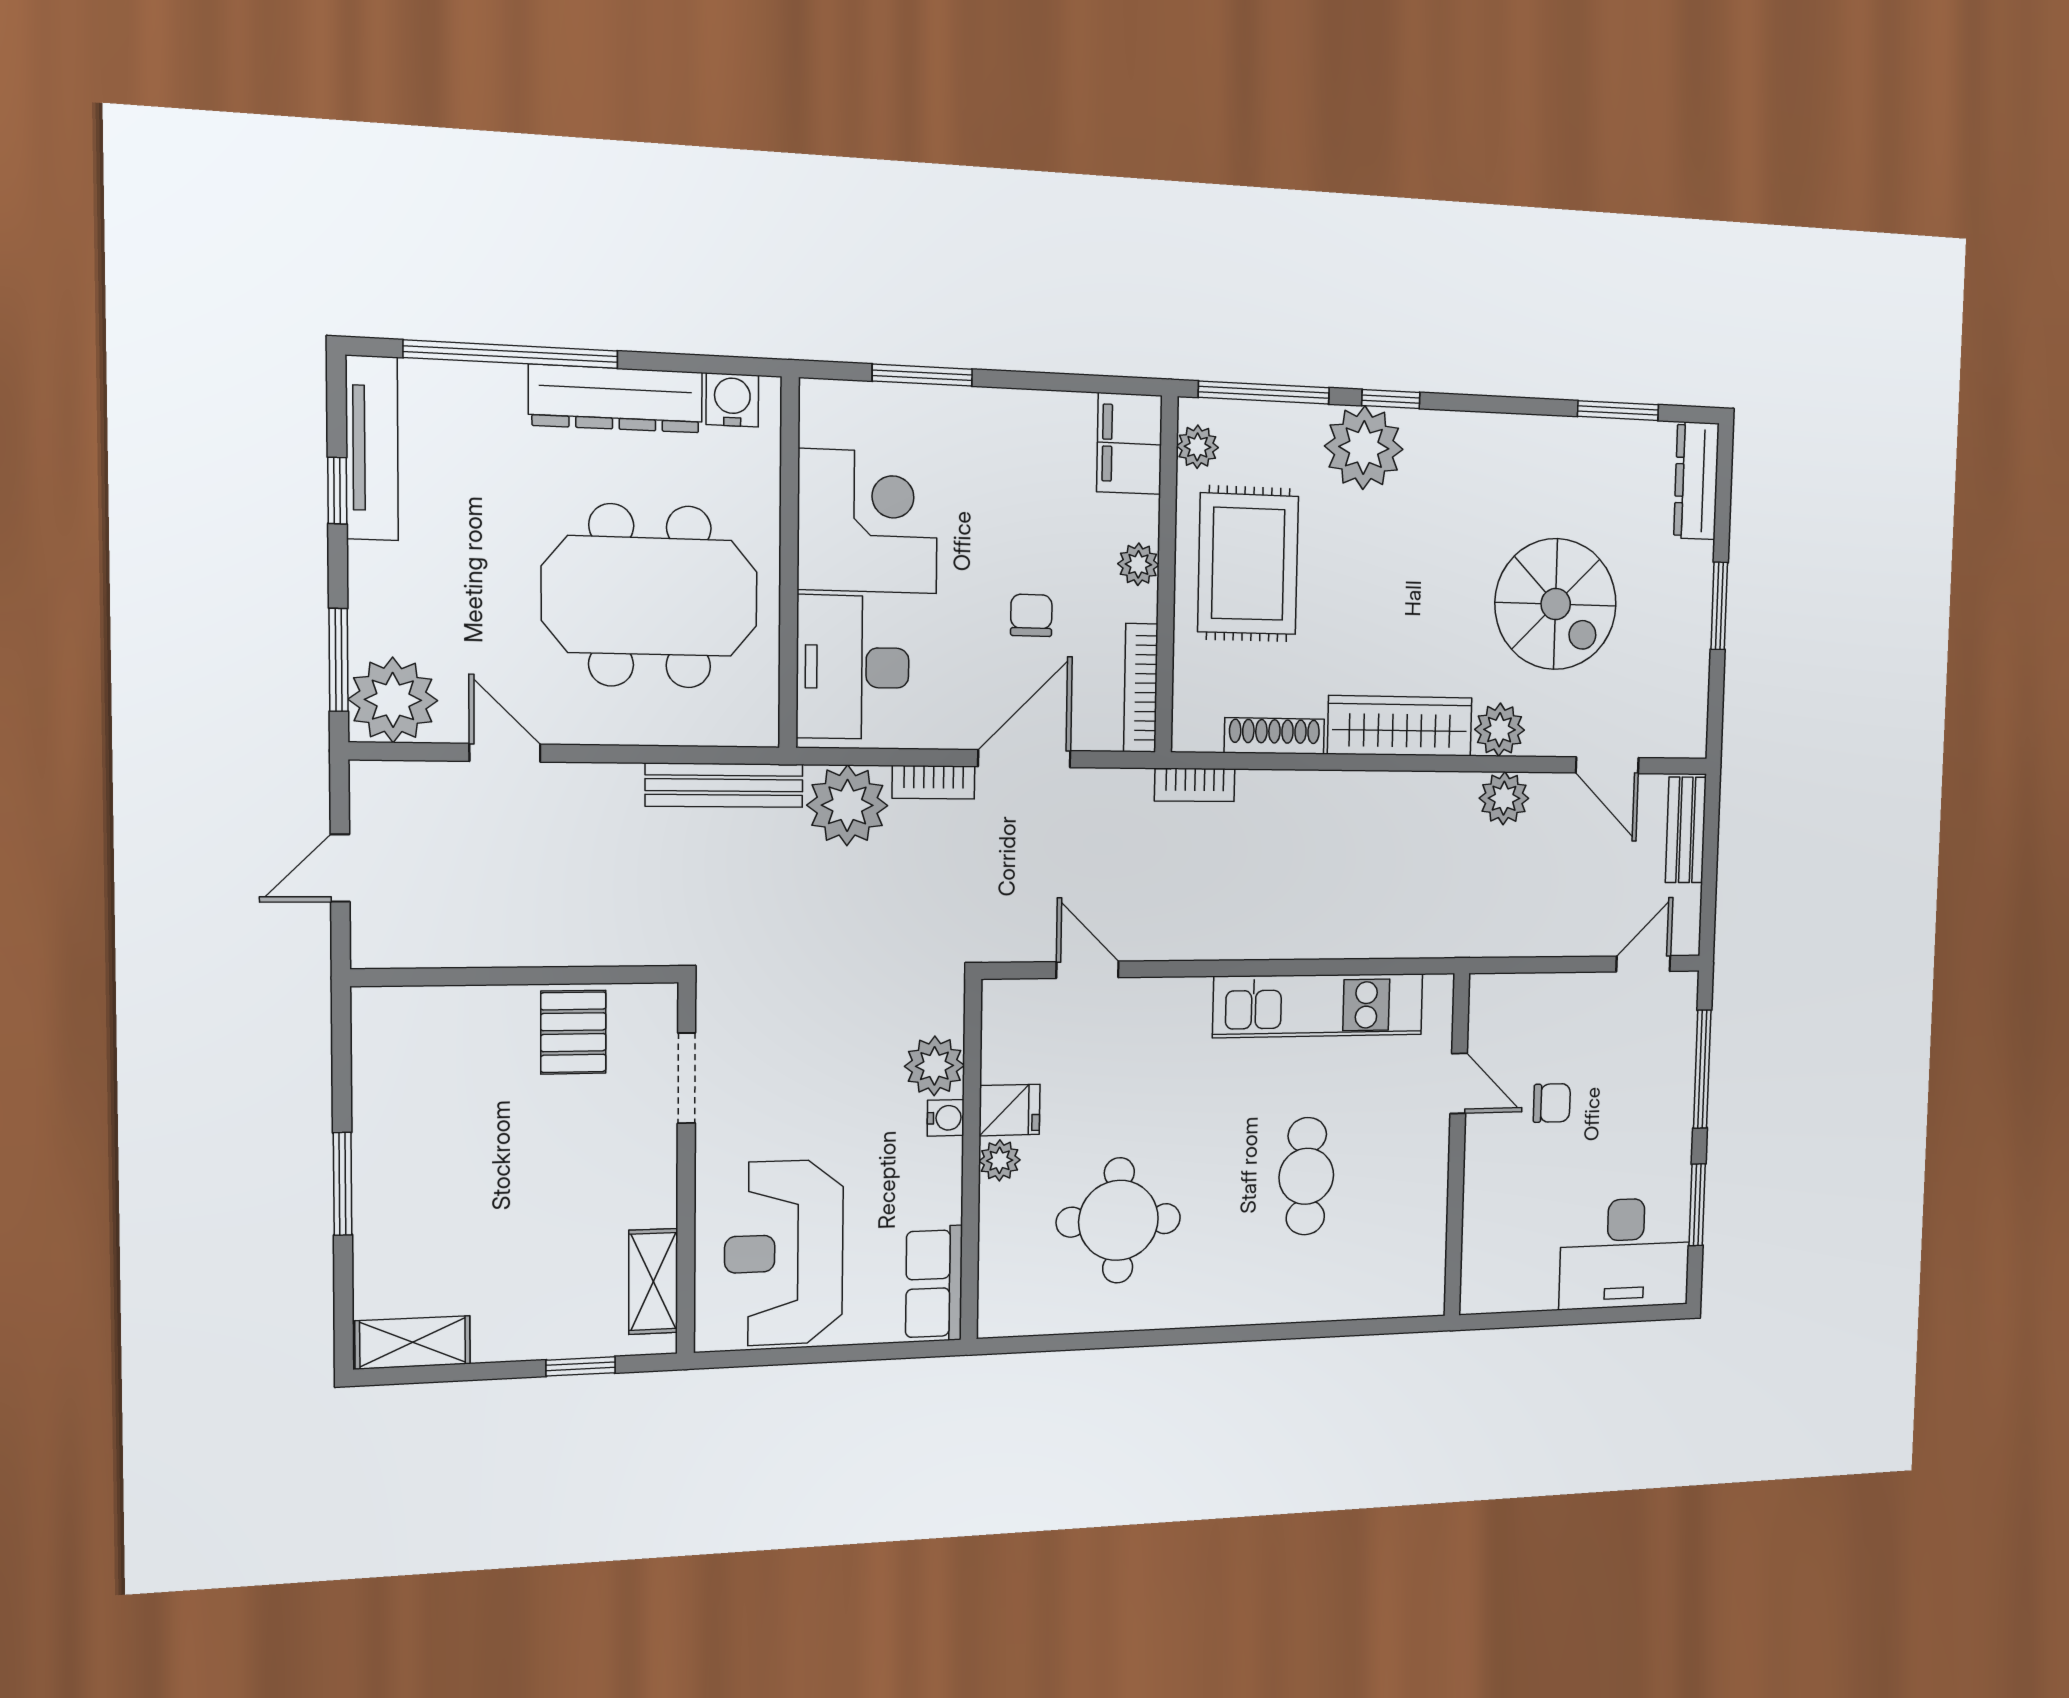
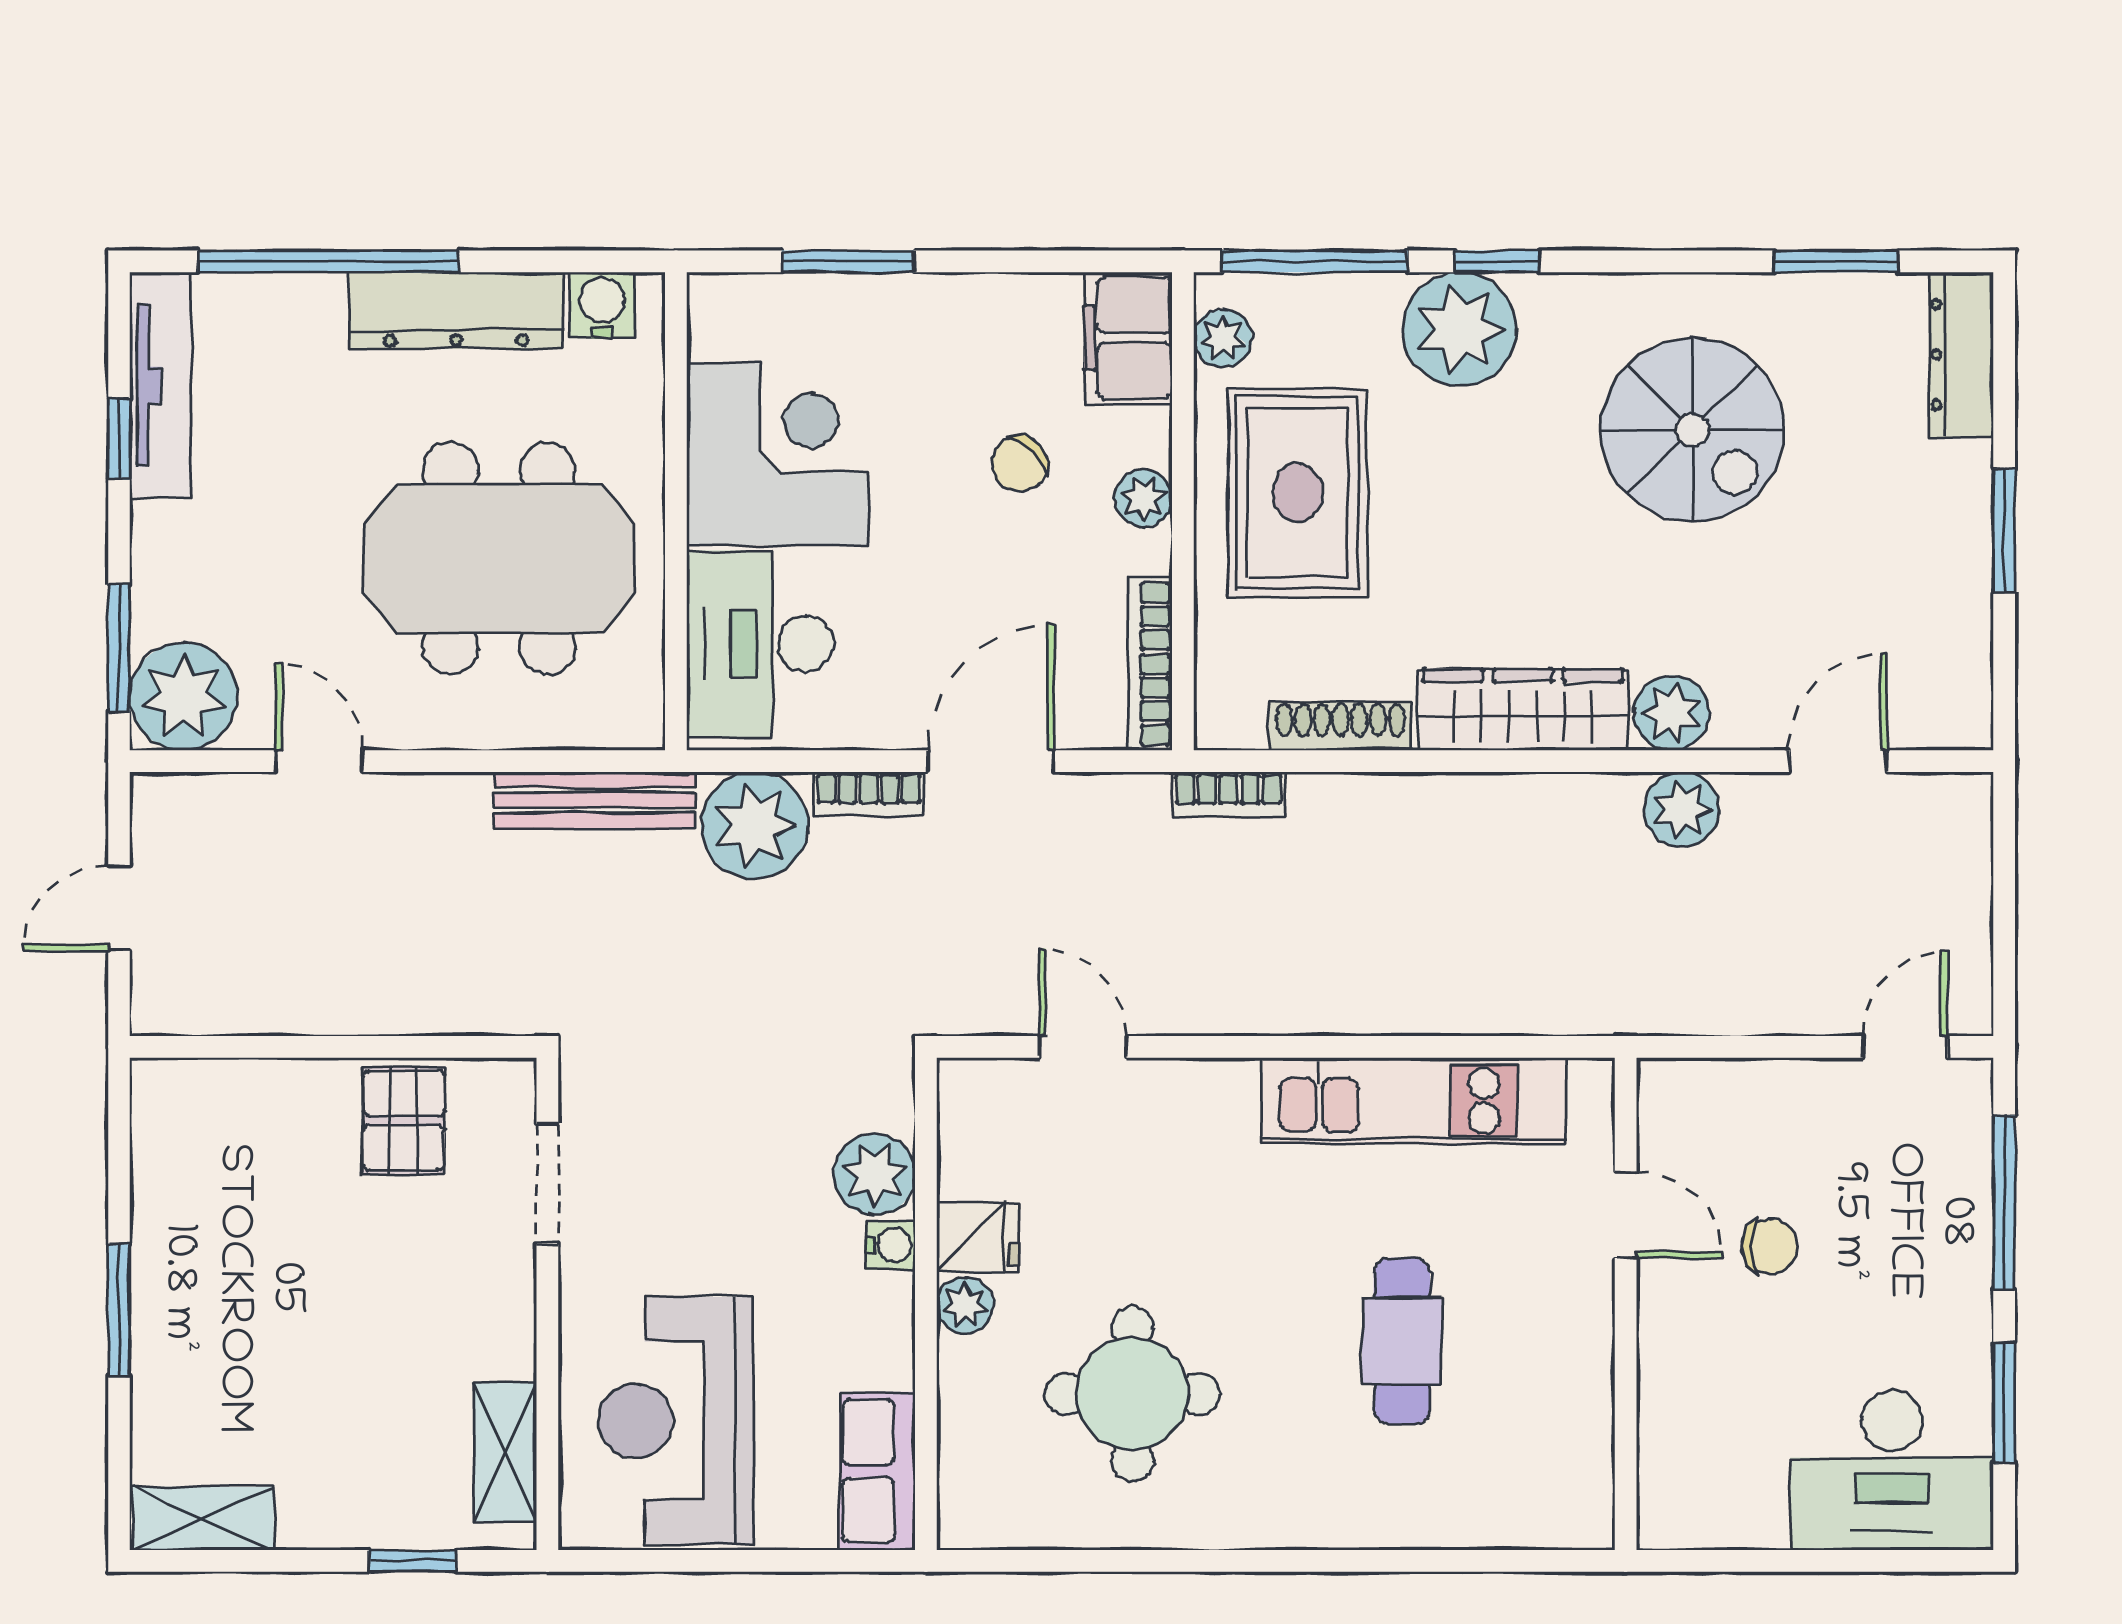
spiral stairs: (1556, 604) -> (1692, 430), moved
chair: (1031, 615) -> (1020, 464), moved, turned -133
door: (1607, 765) -> (1838, 761), swing flipped
bench: (1686, 830) -> (1964, 853), removed

